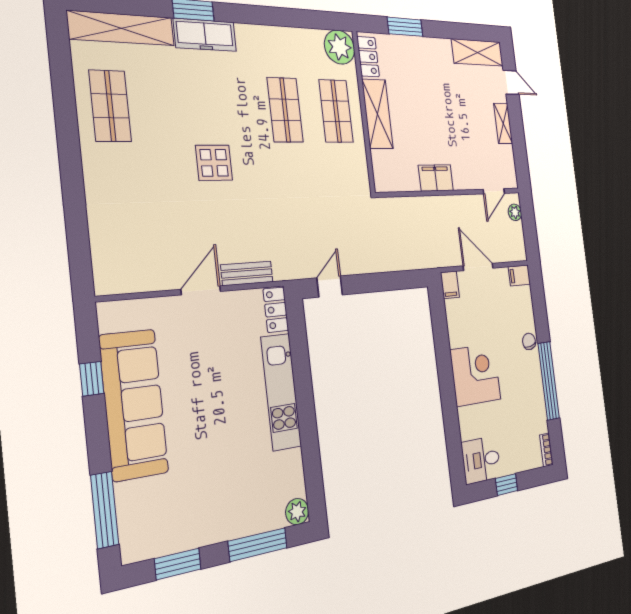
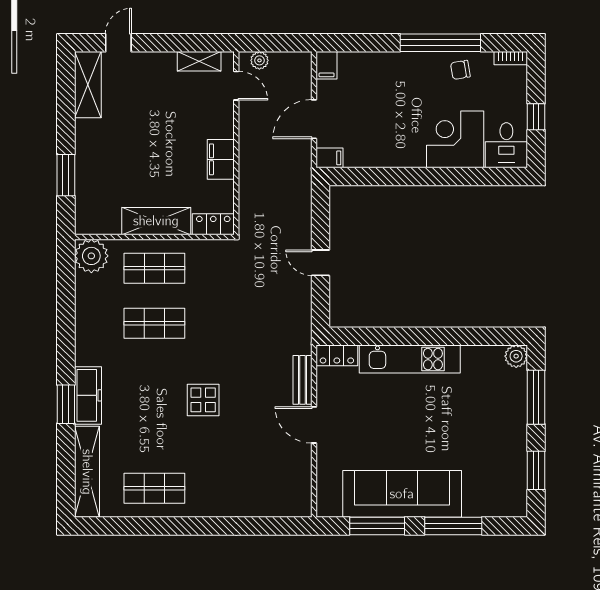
locker: (368, 57) -> (213, 224), moved
shelving: (503, 123) -> (199, 61), moved
door: (330, 286) -> (320, 263), moved
chair: (529, 341) -> (460, 70), moved
corner desk: (475, 375) -> (455, 139), moved
window: (92, 379) -> (377, 526), width x2.17
window: (105, 510) -> (453, 526), moved

